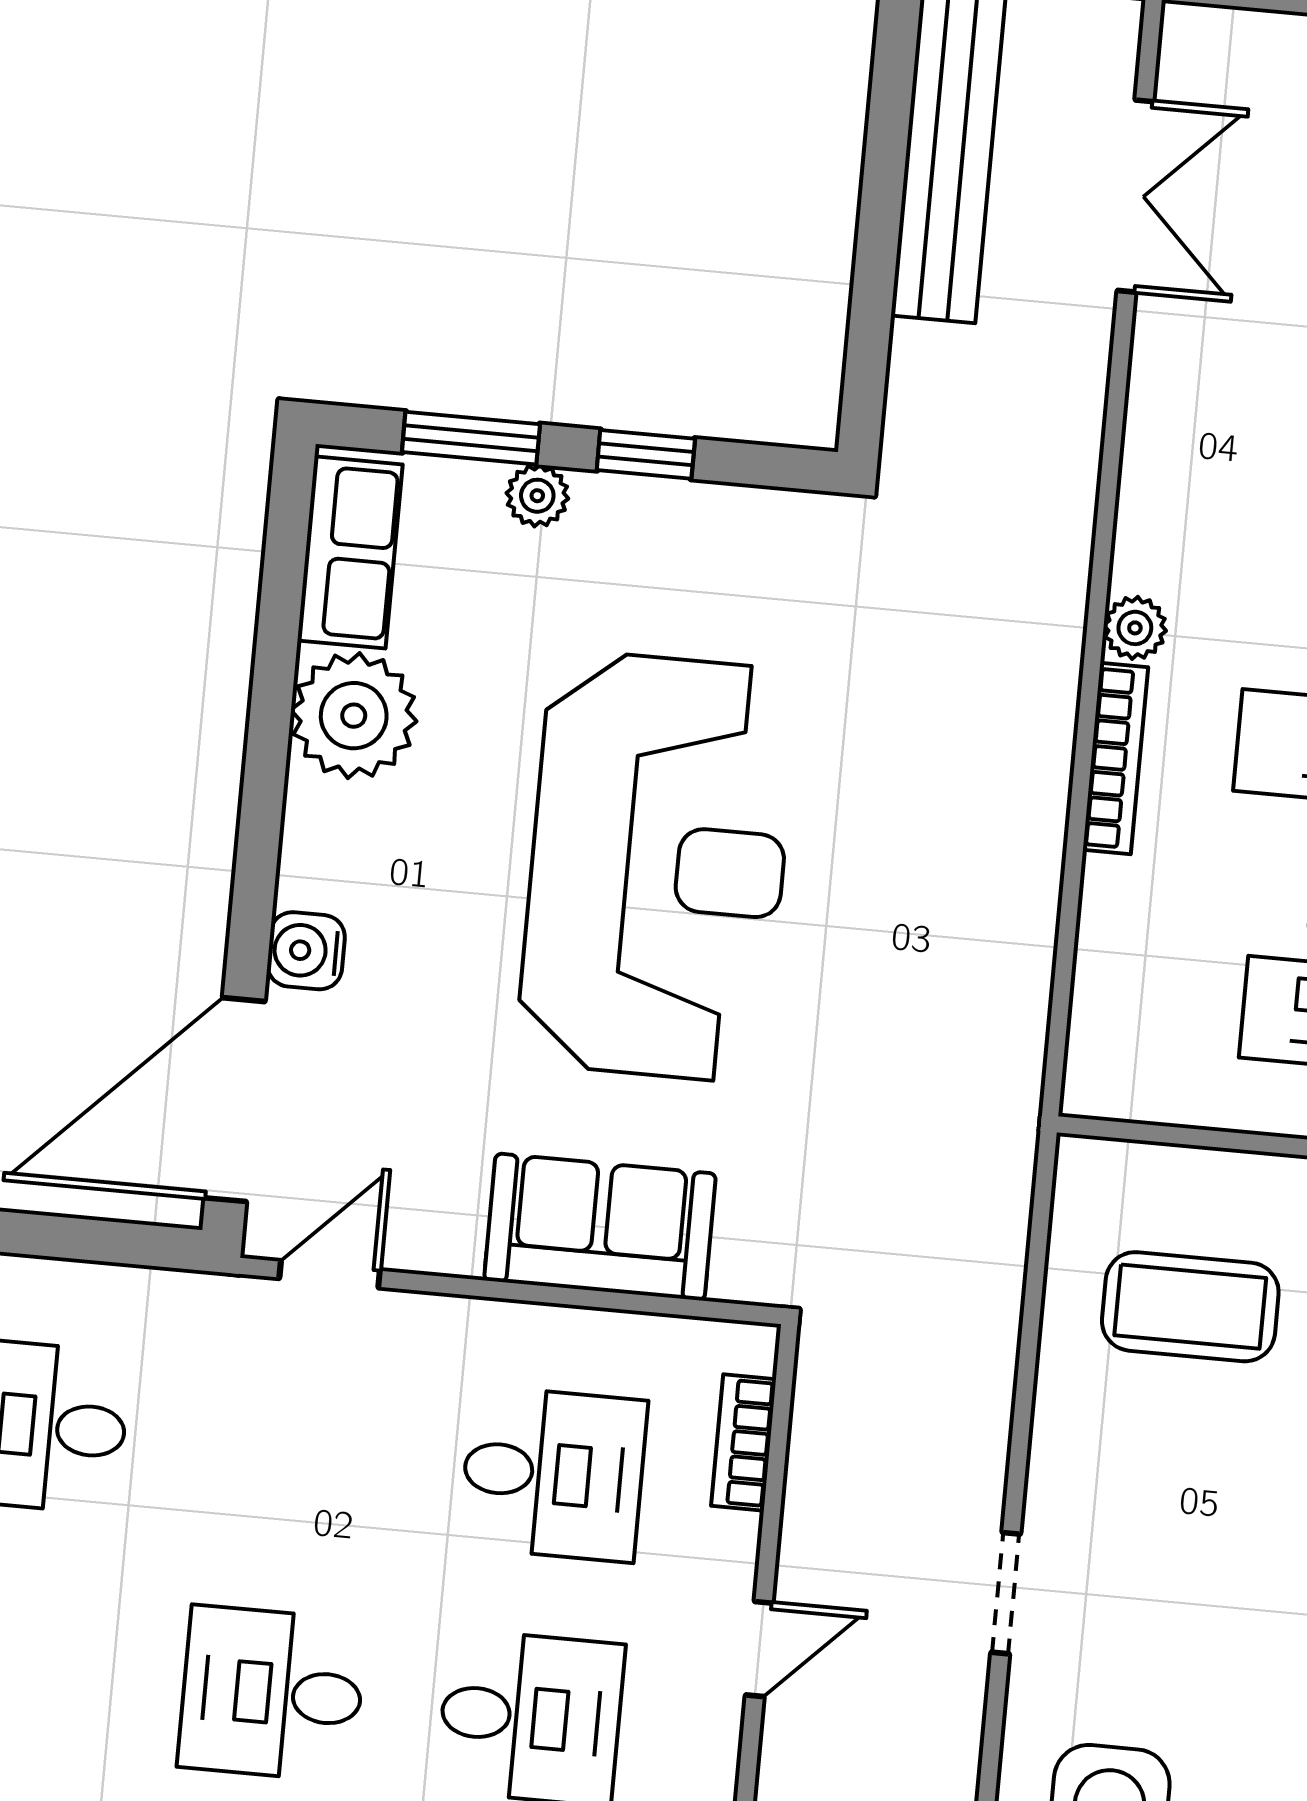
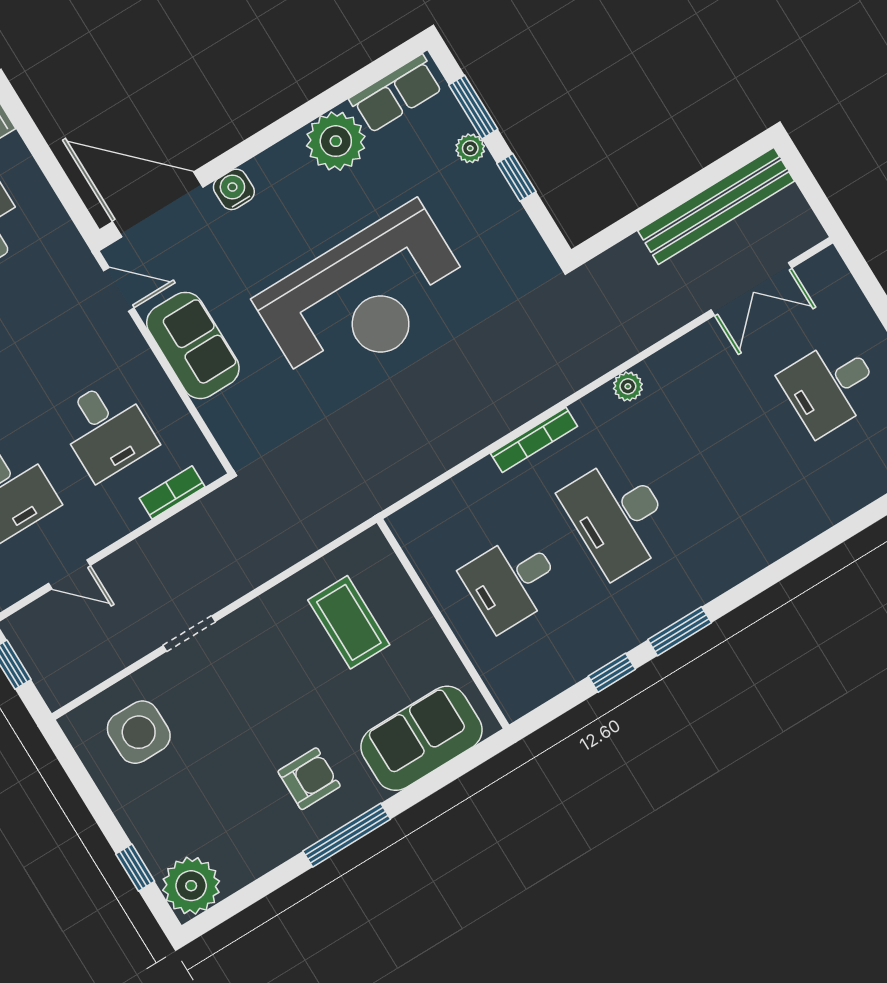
plant: (1135, 628) -> (628, 386), moved
sofa: (600, 1227) -> (193, 345), moved
door: (759, 1649) -> (69, 574), moved

